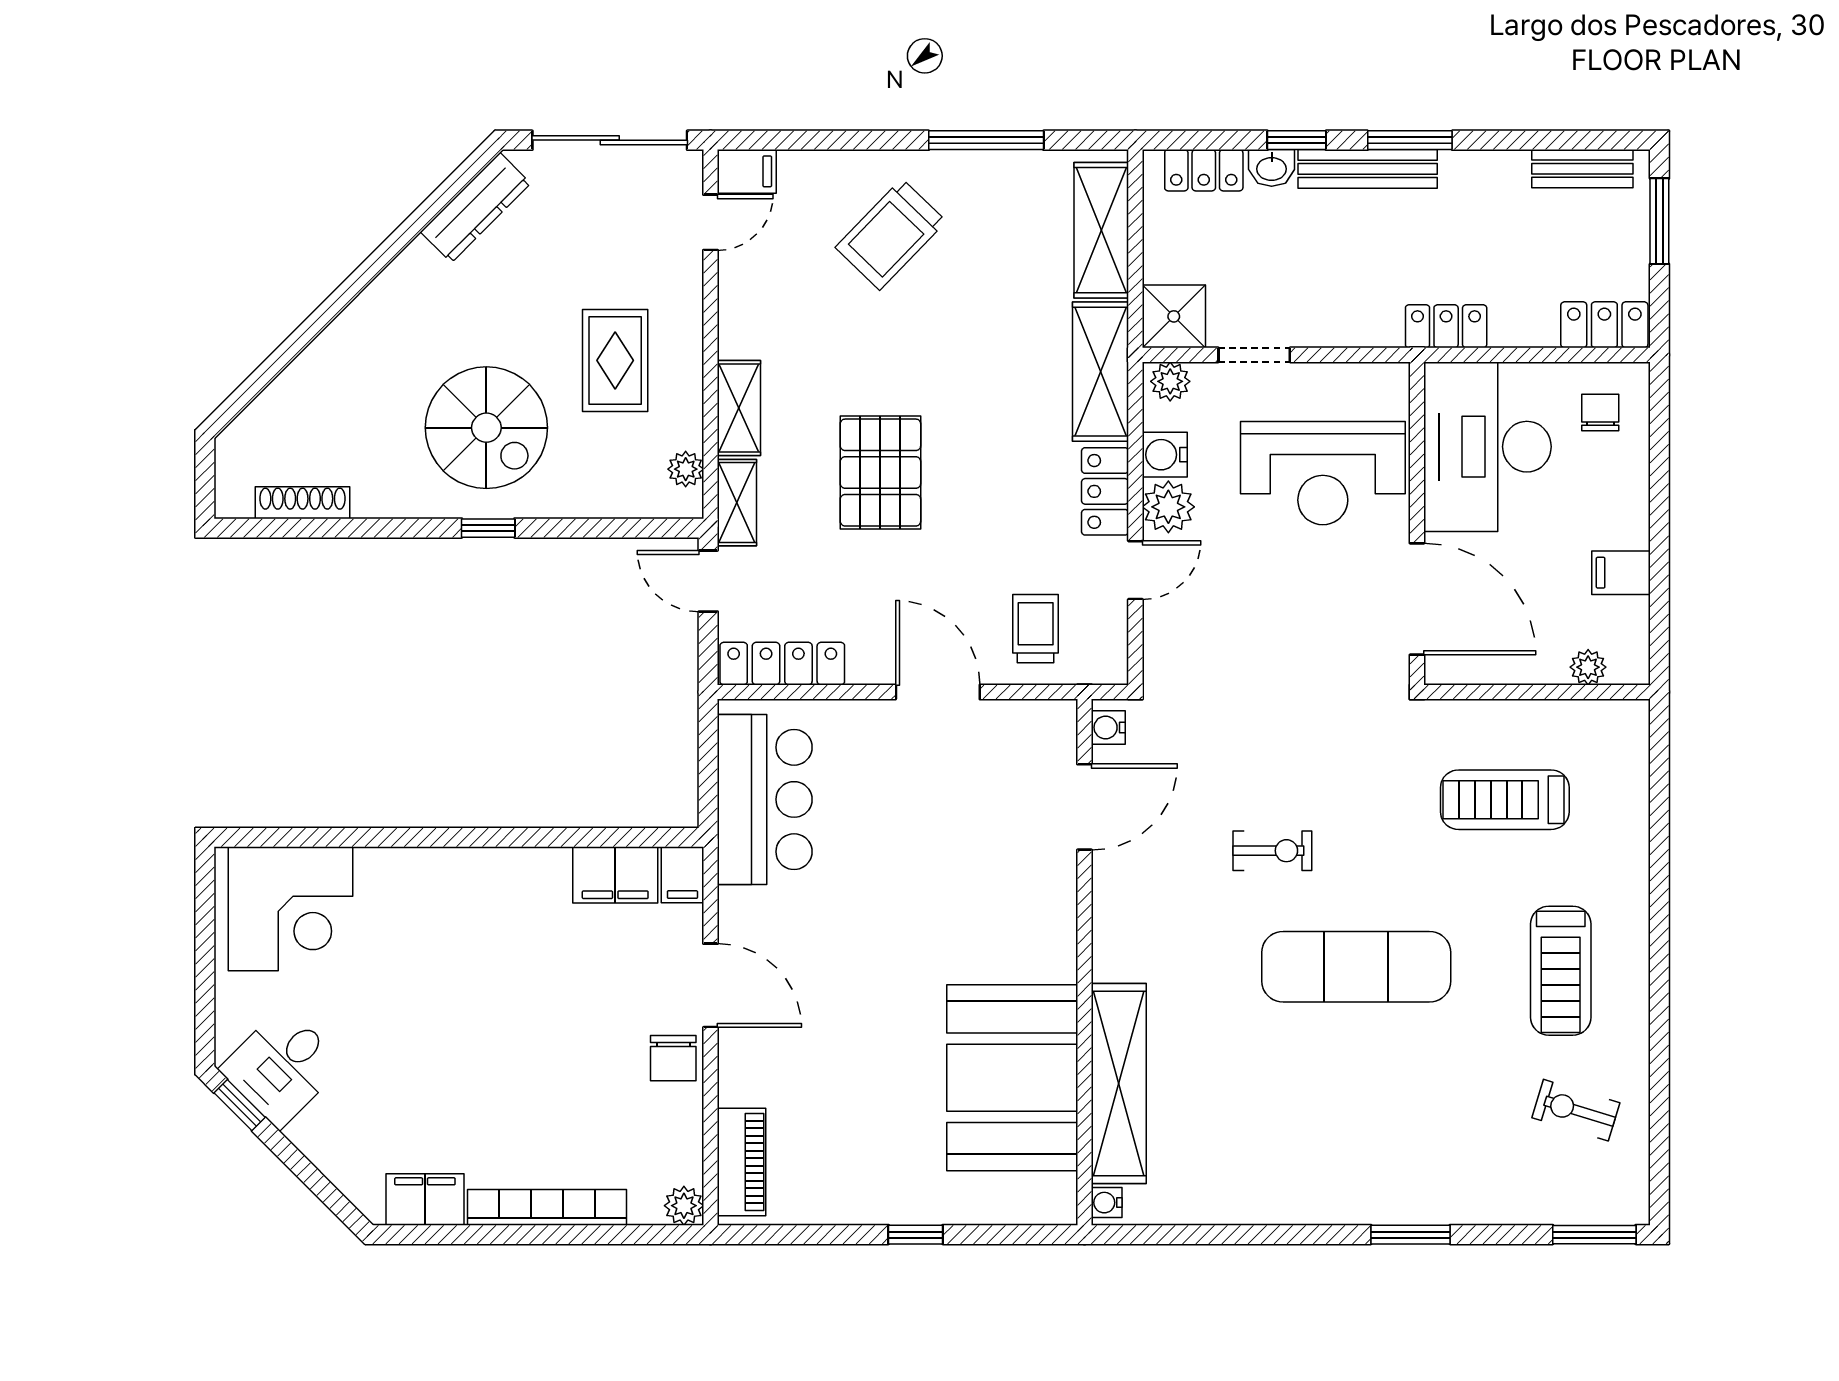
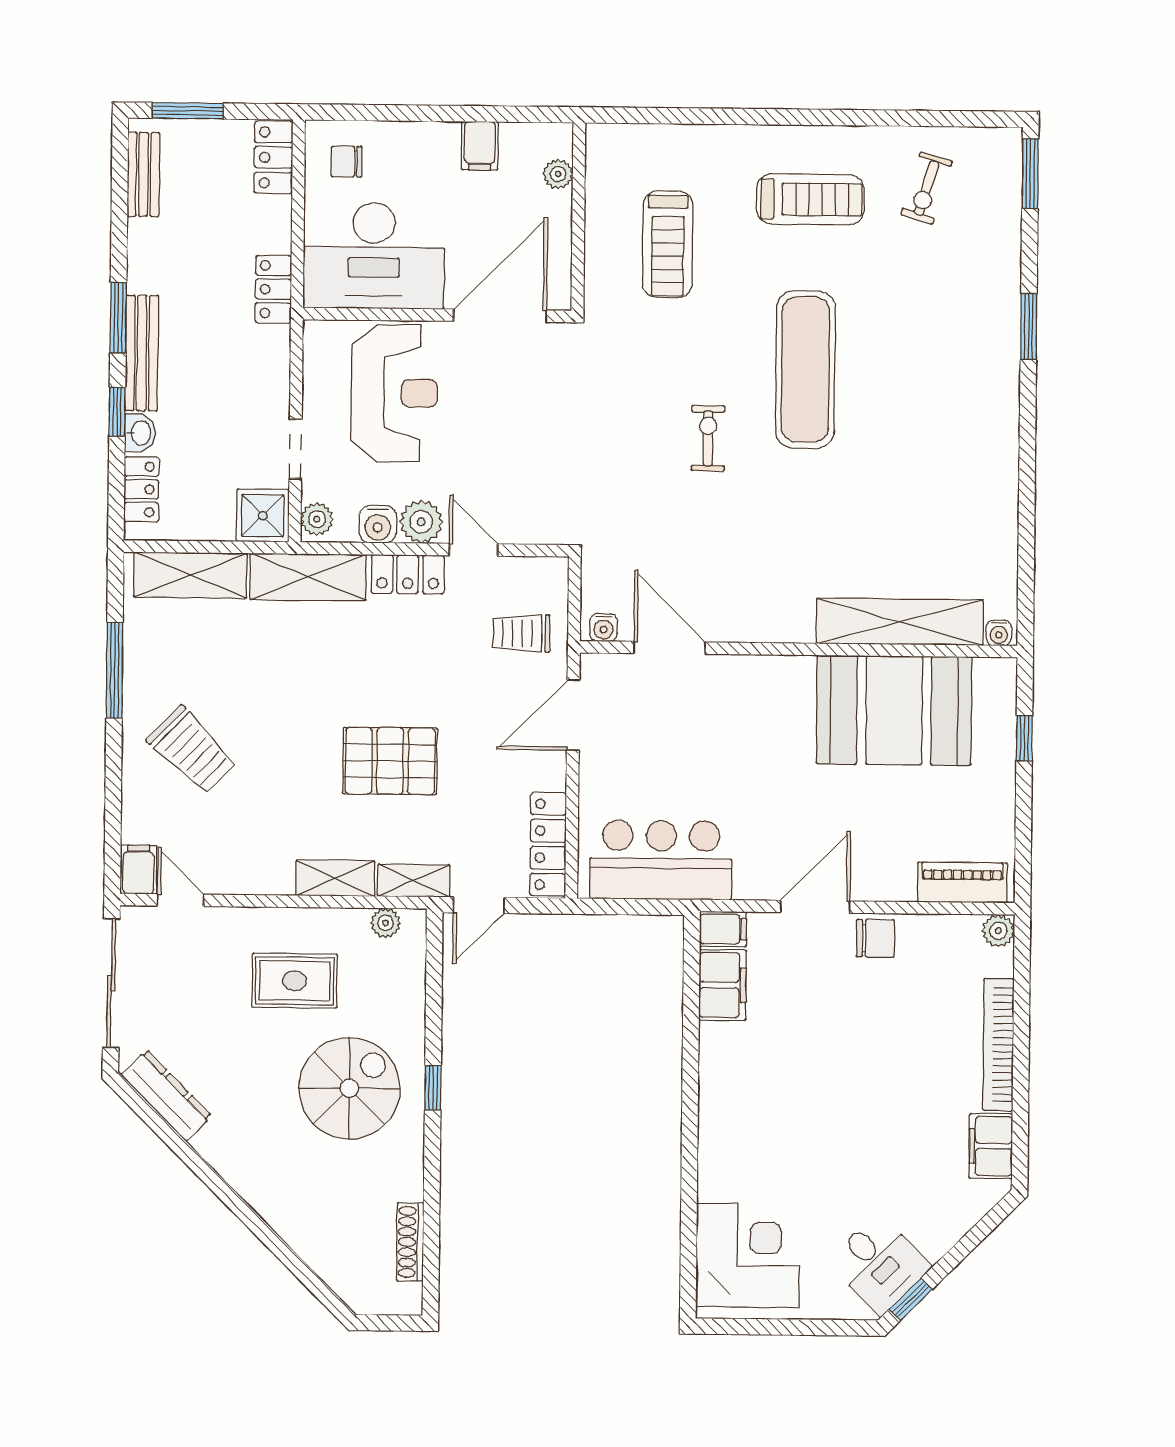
water cooler: (1108, 727) -> (604, 627), moved
door: (1085, 807) -> (670, 648), moved
wall: (1085, 962) -> (799, 649), moved
booth: (1012, 1078) -> (894, 710), moved
shelving: (1119, 1083) -> (900, 622), moved
water cooler: (1107, 1203) -> (999, 633), moved

